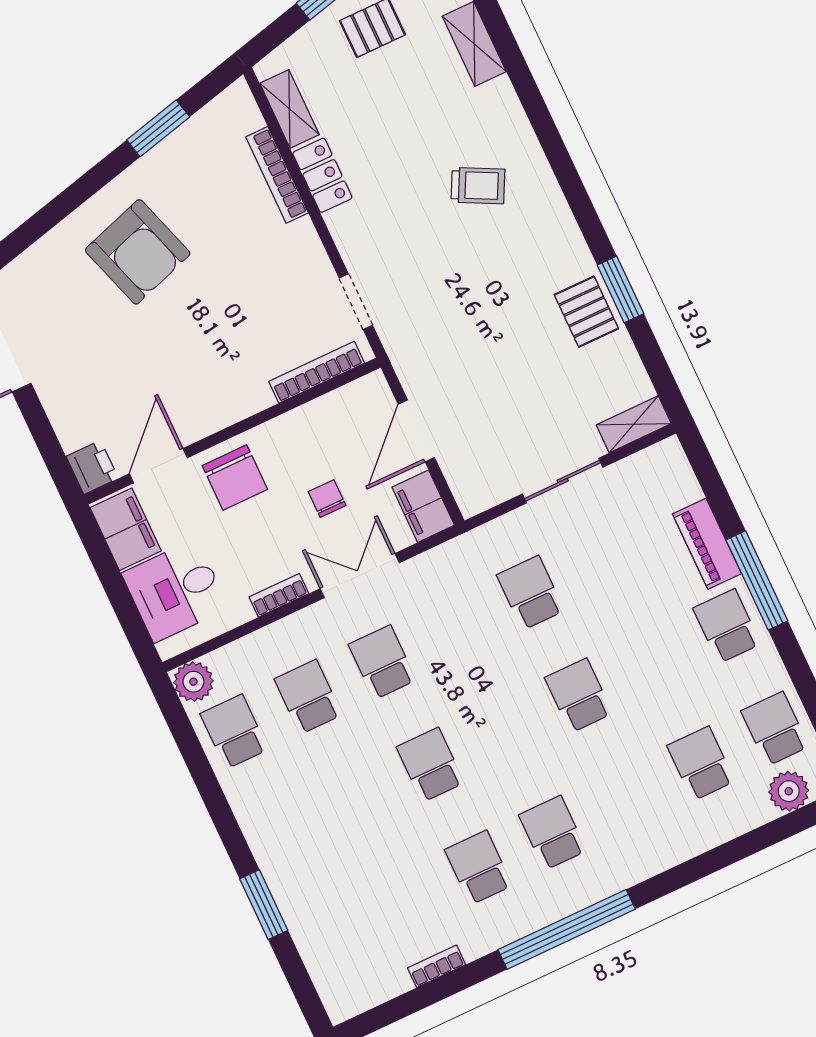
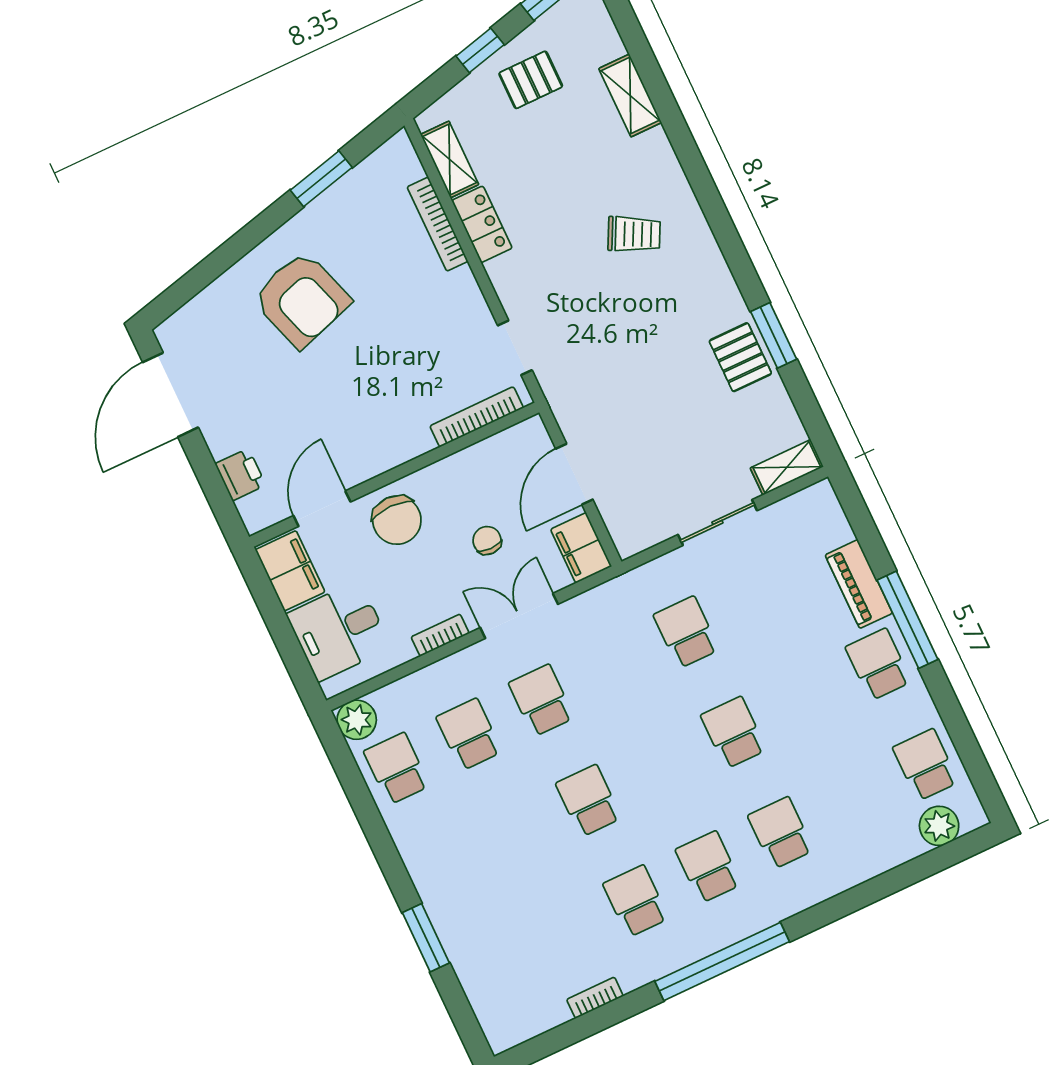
printer: (92, 467) -> (240, 475), moved
school desk: (701, 763) -> (781, 833), moved

